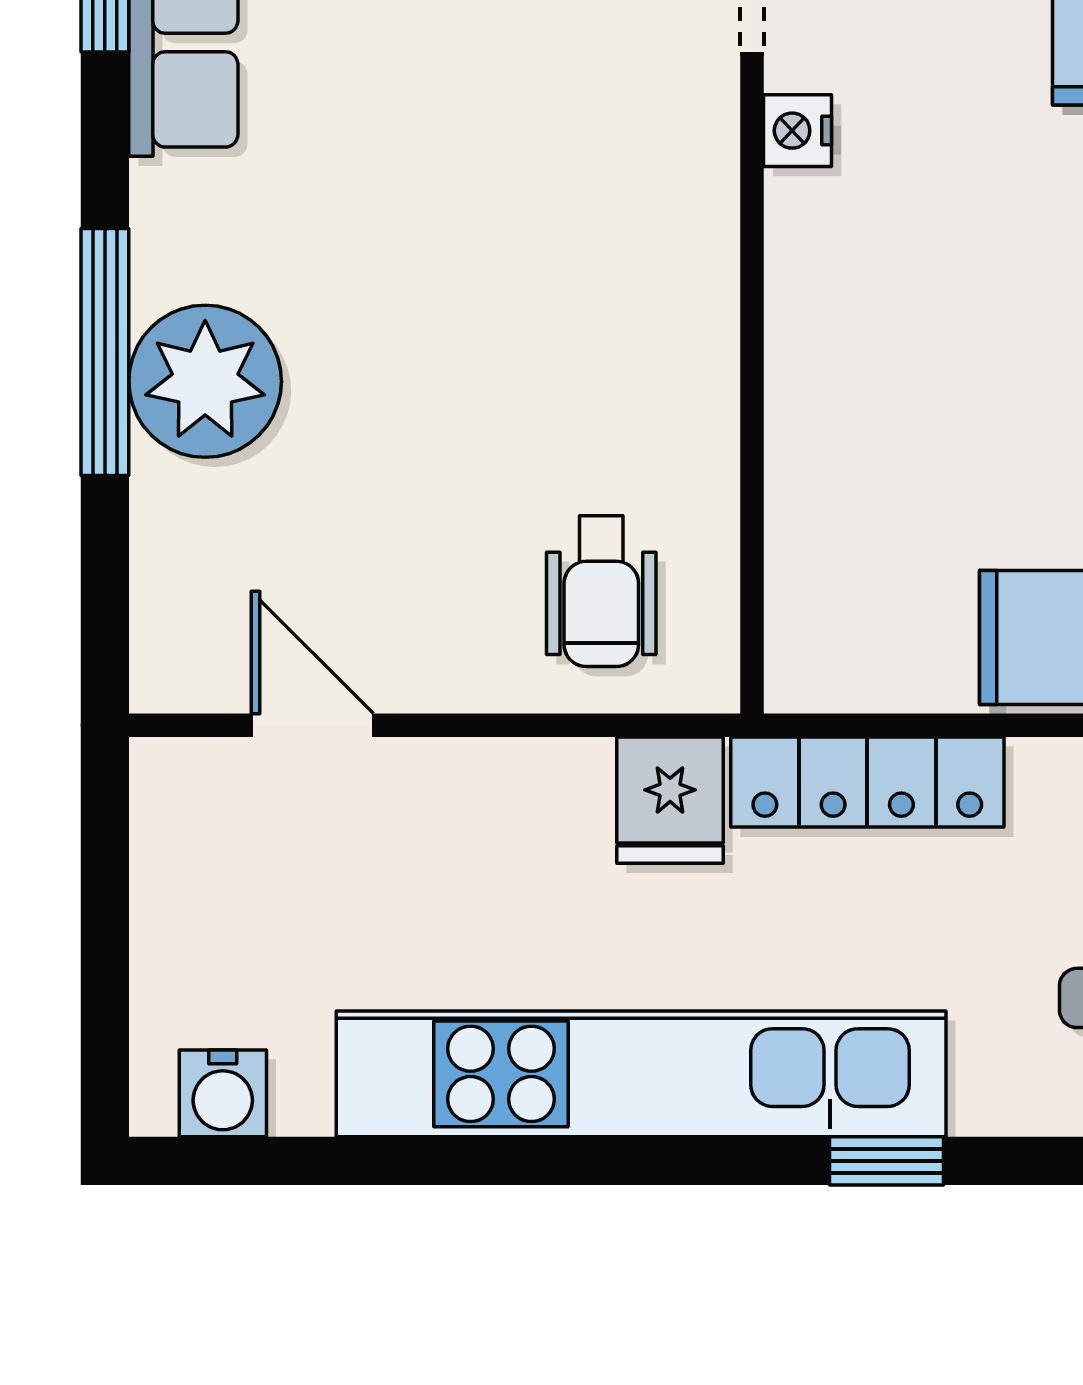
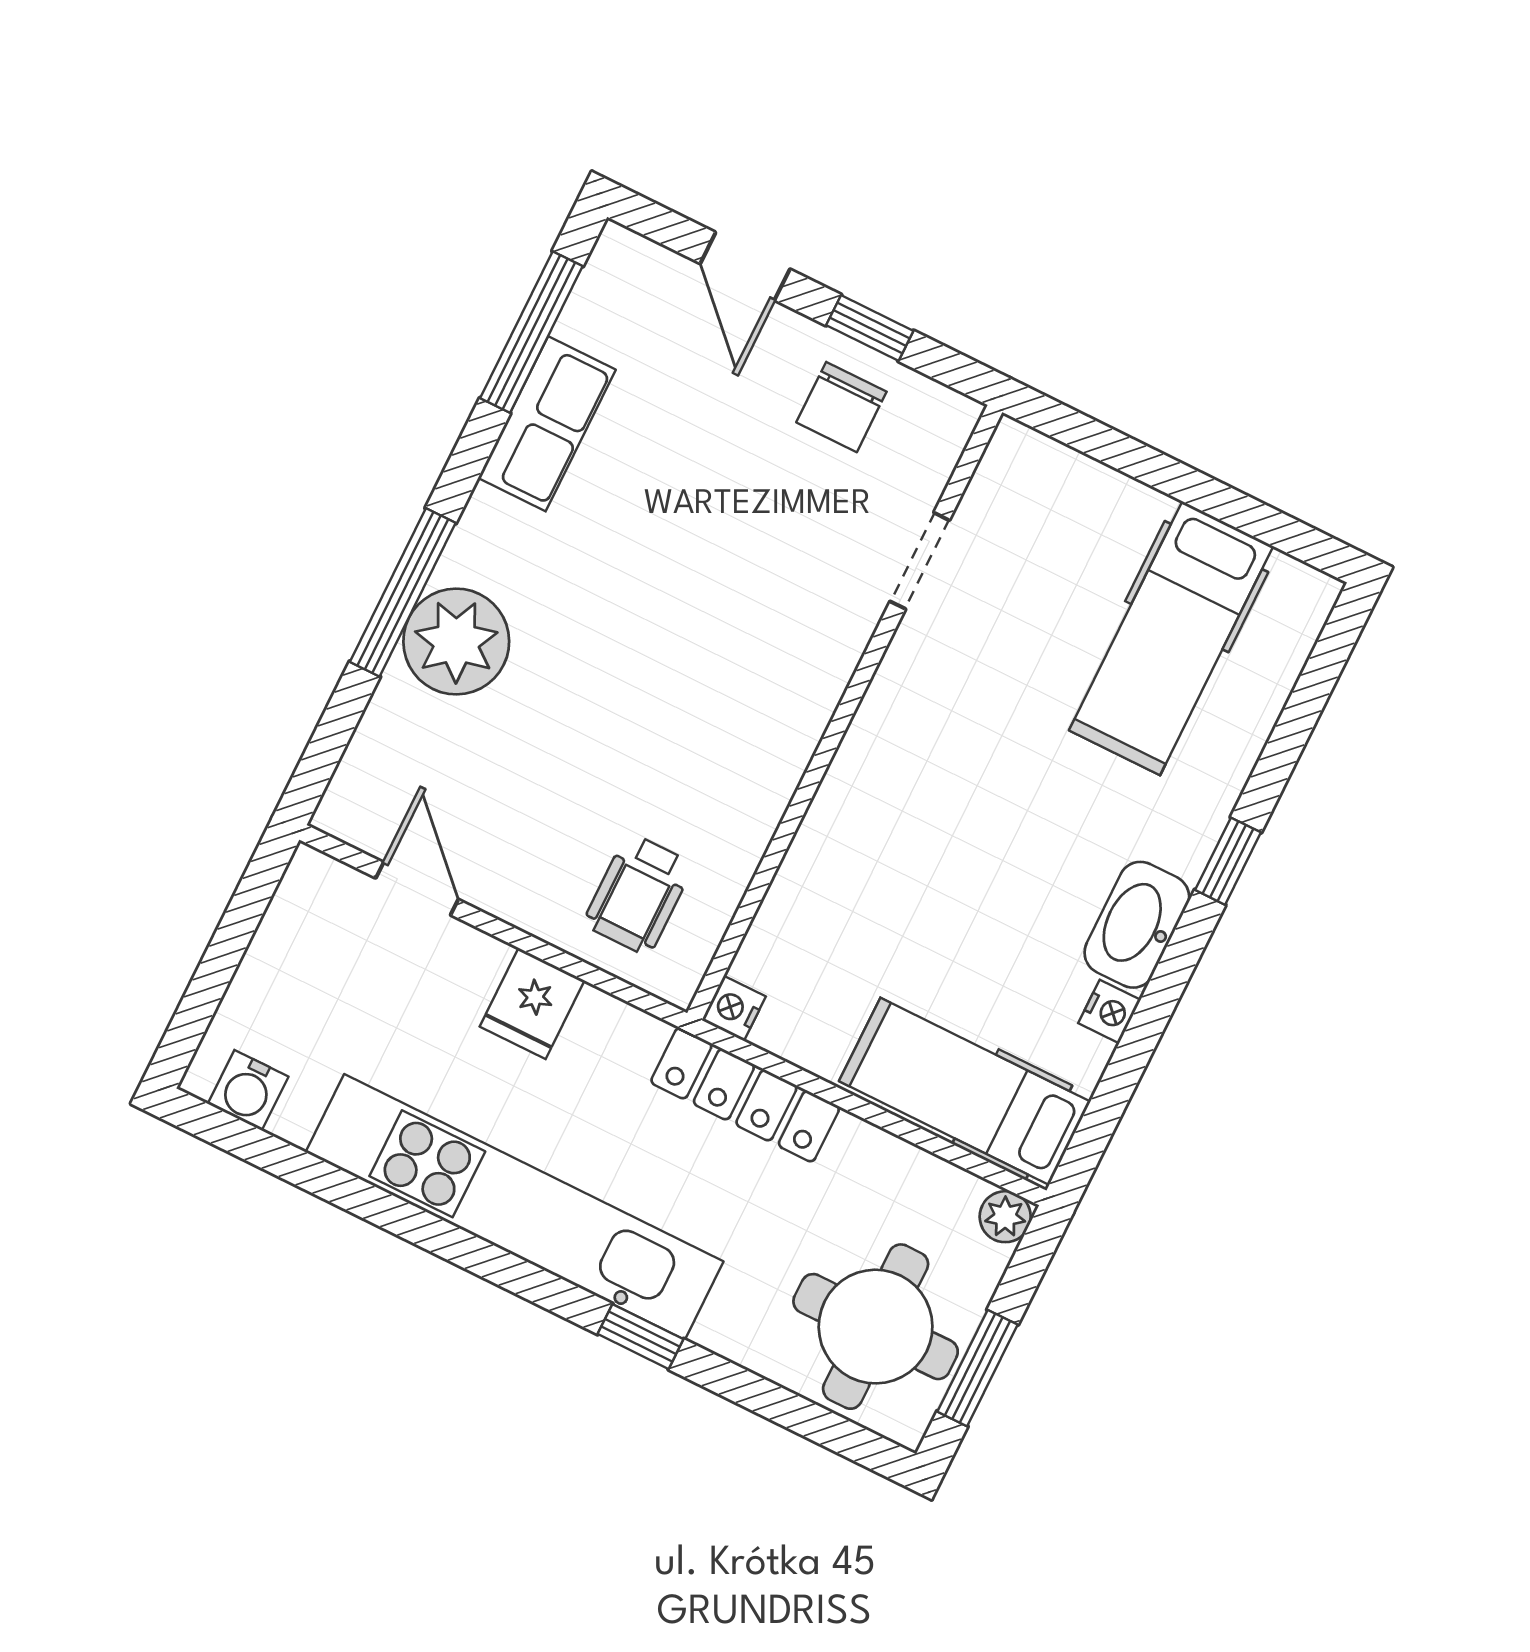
nightstand: (797, 131) -> (734, 1008), moved
fridge: (670, 800) -> (532, 1003), moved

